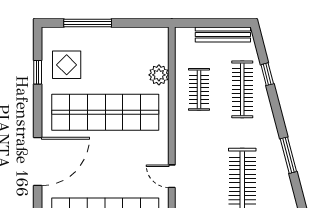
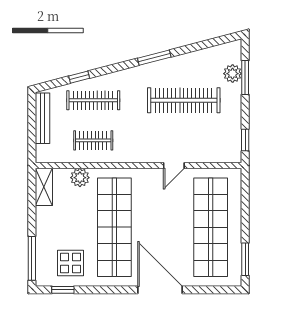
window: (88, 23) -> (32, 258), moved
shelving: (149, 36) -> (44, 187), added
window: (38, 72) -> (63, 290), moved

